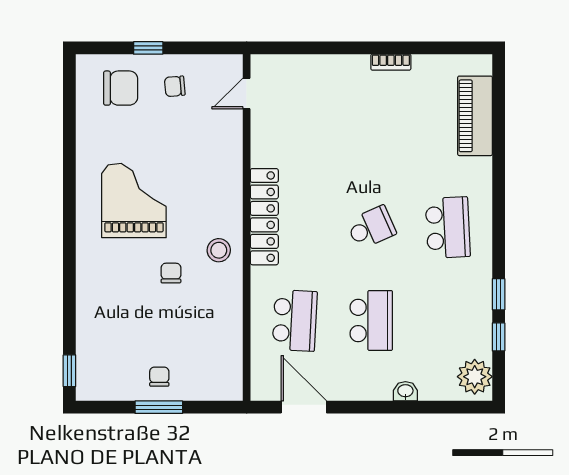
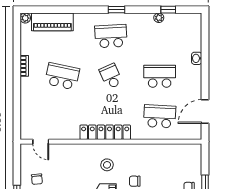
plant: (482, 64) -> (25, 18), added
school desk: (371, 135) -> (62, 76), added
stool: (219, 250) -> (107, 165), moved
window: (499, 294) -> (117, 10), moved
plant: (475, 377) -> (159, 18), moved, width x0.53, depth x0.53

